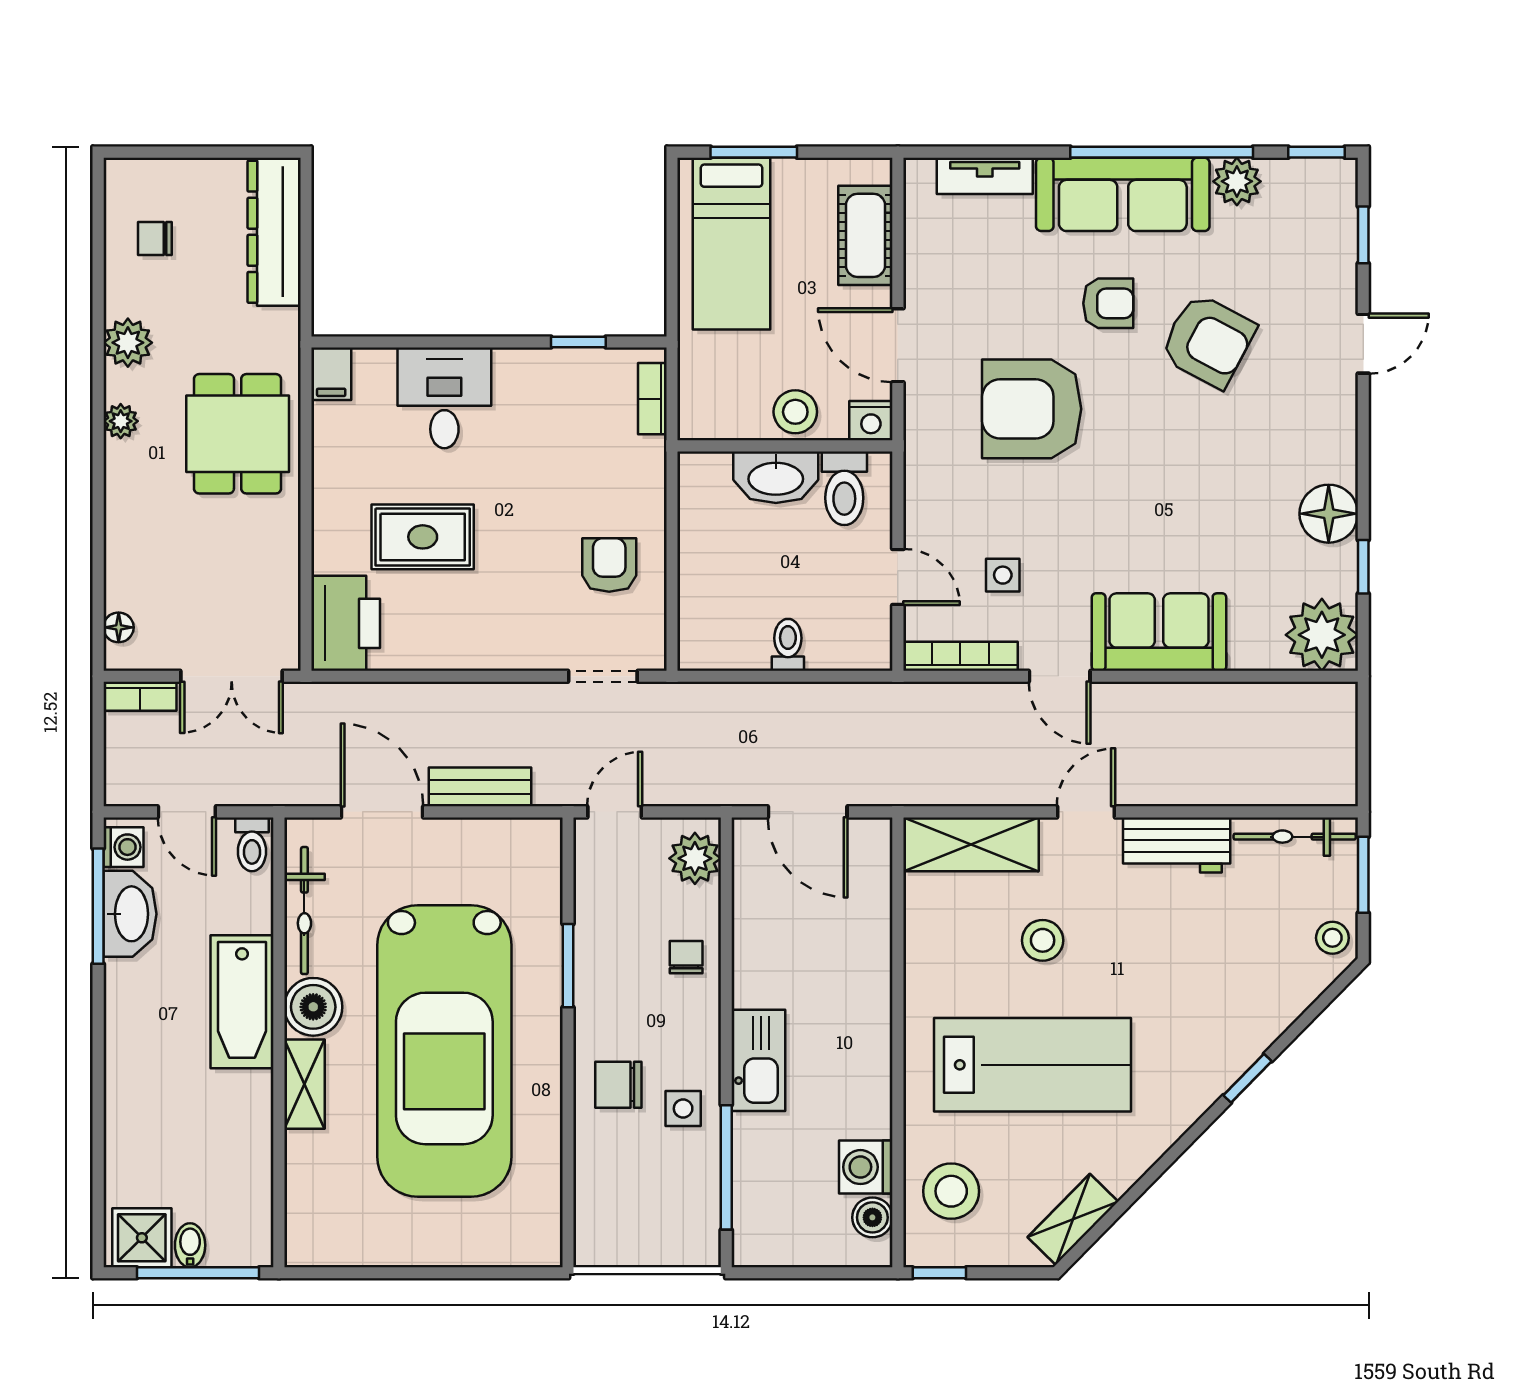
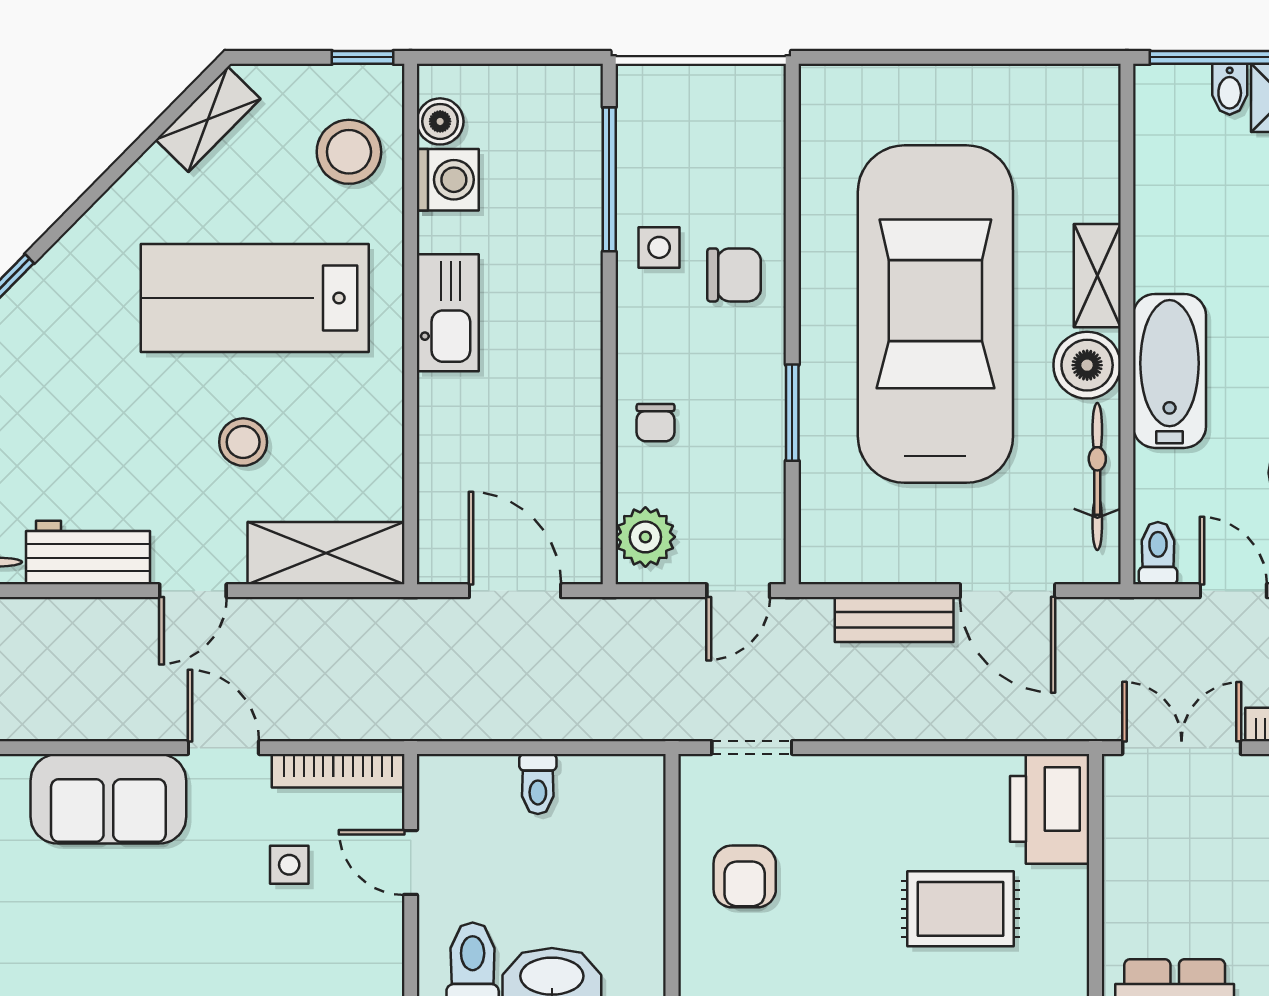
kitchen sink: (758, 1060) -> (448, 313), moved, turned 180

